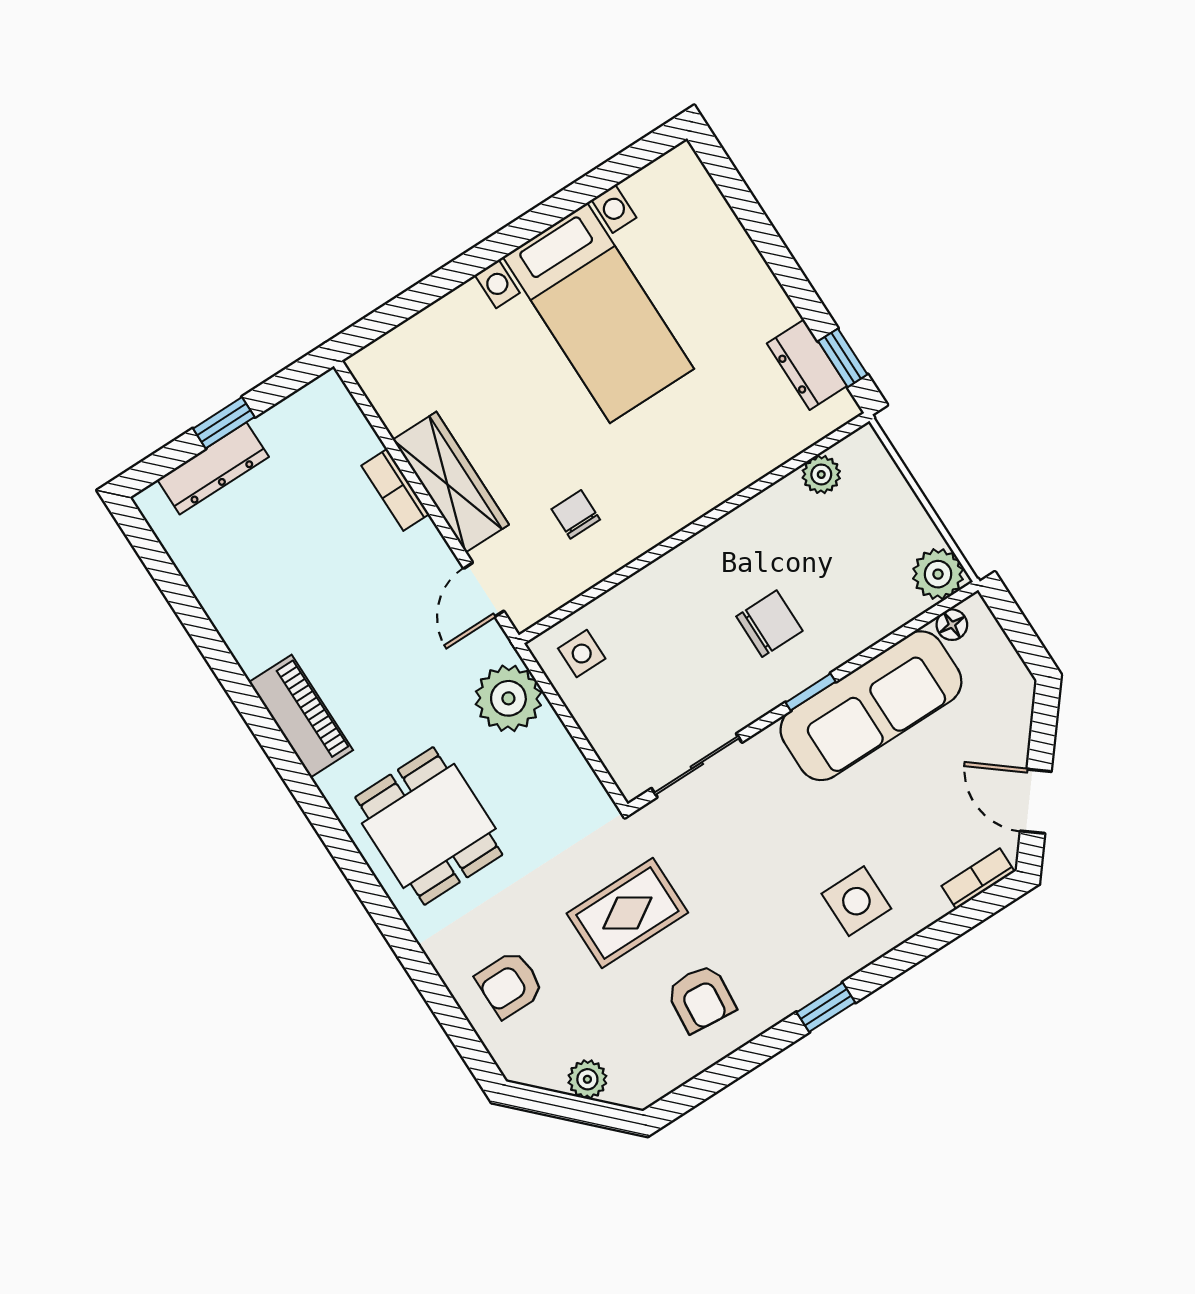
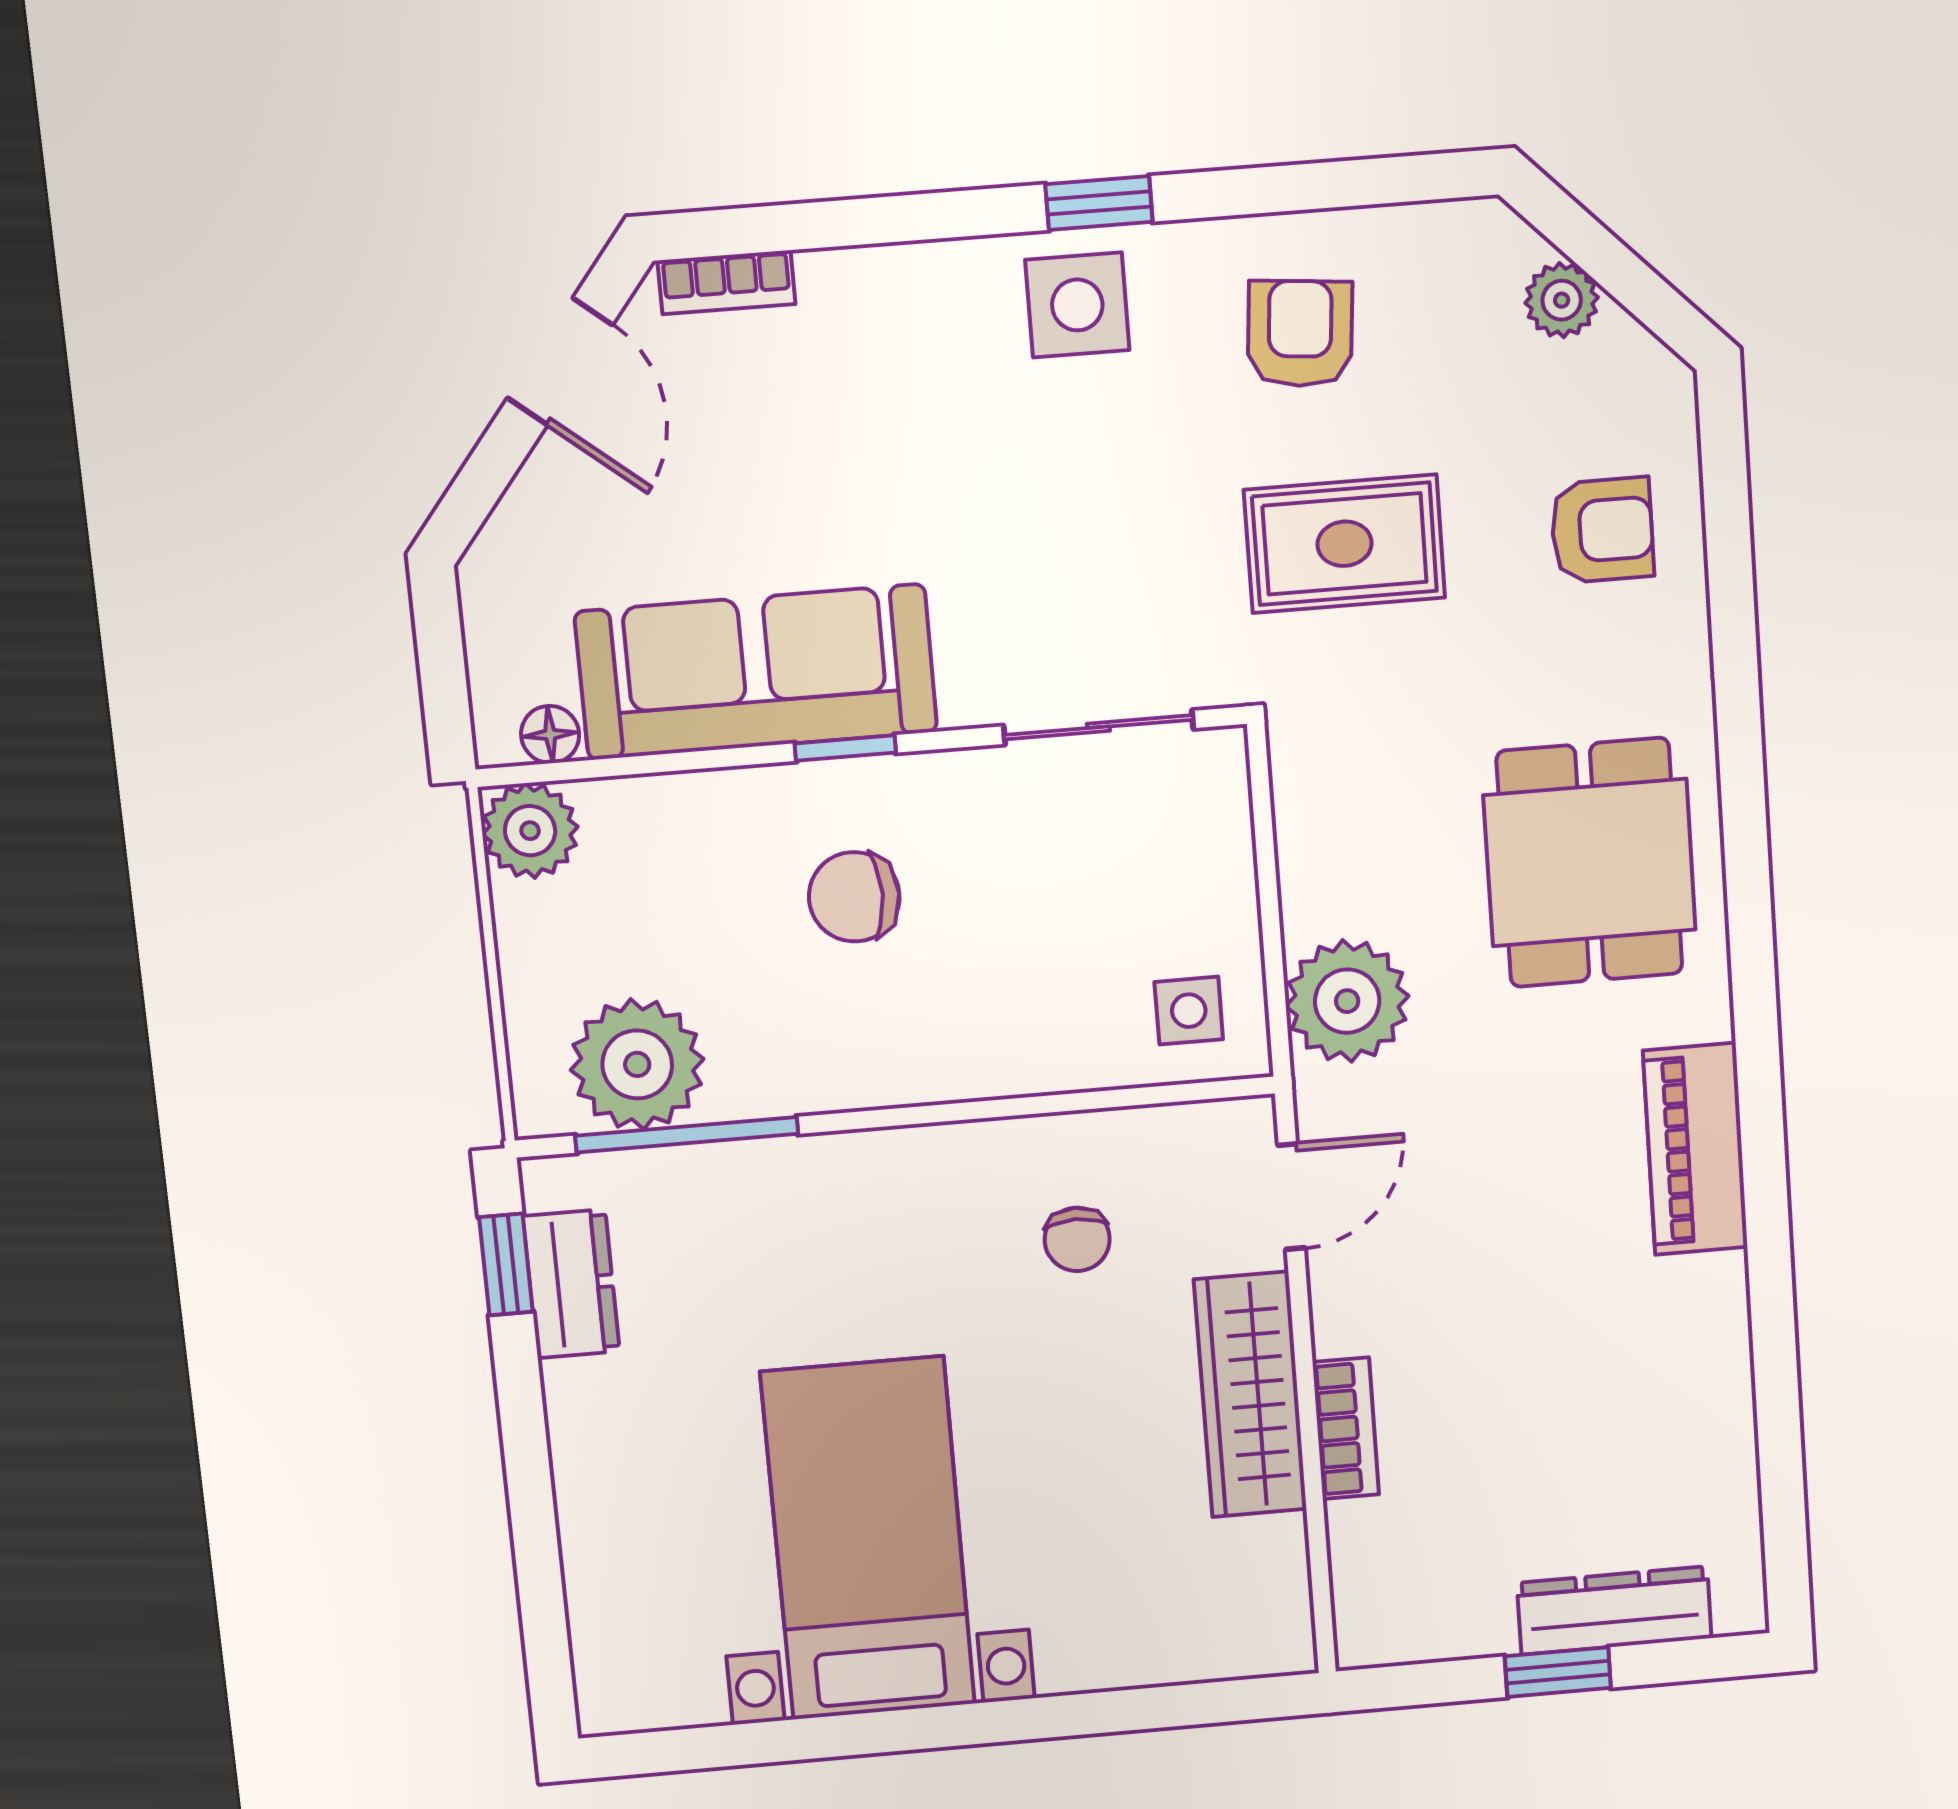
window: (789, 467) -> (687, 1135), added
plant: (821, 474) -> (637, 1064), width x1.87, depth x1.87
side table: (856, 901) -> (1077, 305), moved

